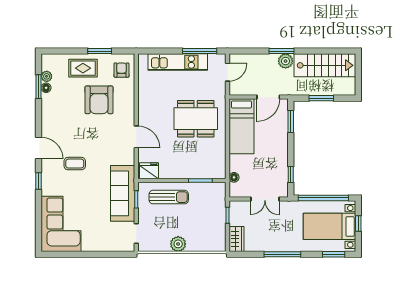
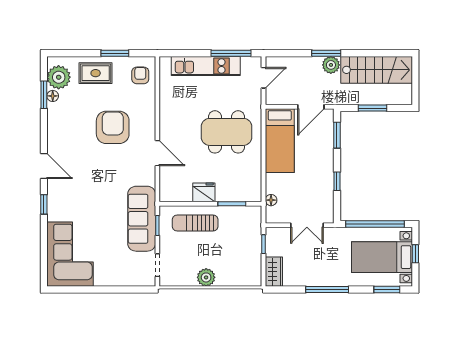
plant: (47, 76) -> (59, 77), width x1.88, depth x1.88
armchair: (99, 100) -> (113, 127), moved, turned 180
coffee table: (75, 164) -> (86, 184), removed
fridge: (149, 171) -> (204, 192), moved
window: (291, 174) -> (337, 181), moved
sun lounger: (169, 197) -> (195, 223), turned 180

